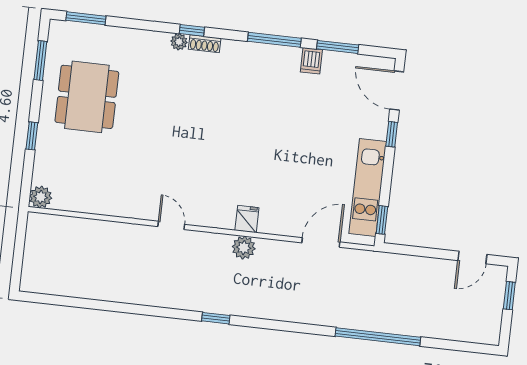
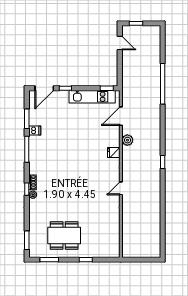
plant: (41, 197) -> (114, 252), removed
door: (321, 242) -> (121, 116), hinge flipped
plant: (244, 248) -> (127, 140), moved

